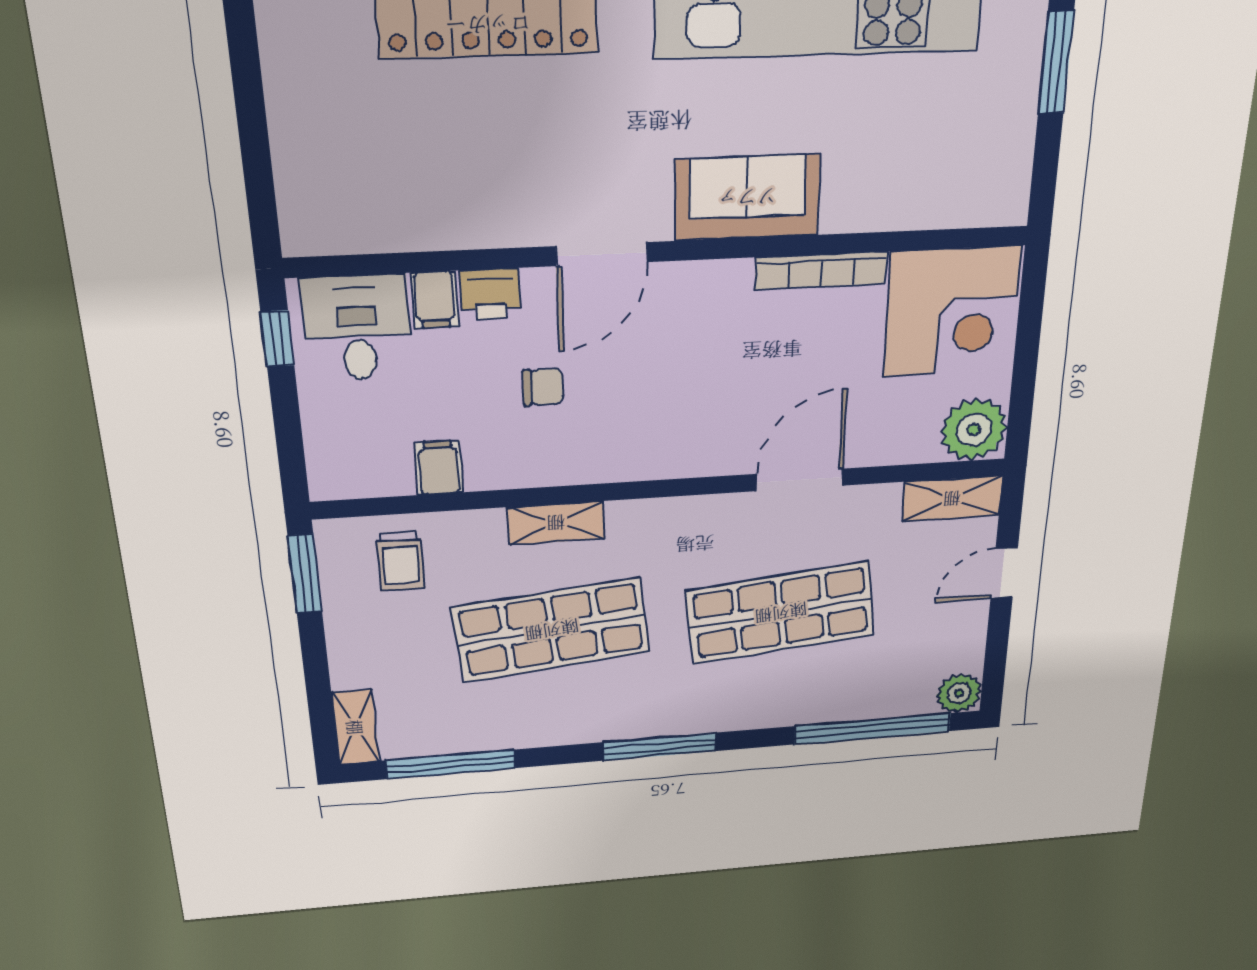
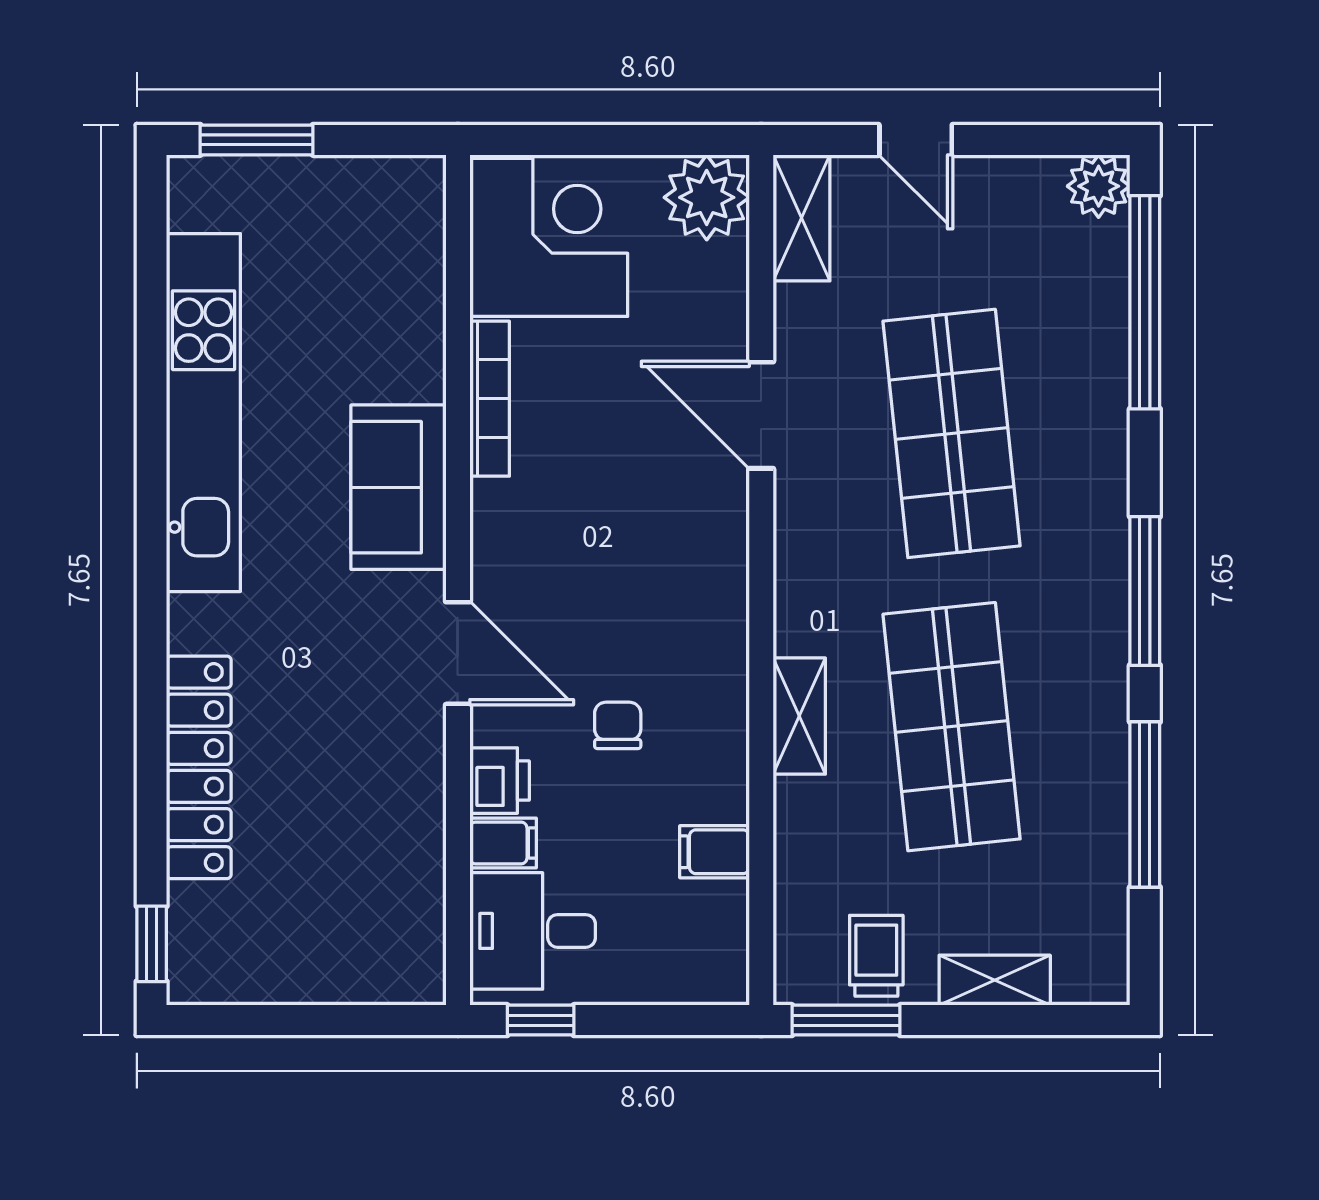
trolley: (401, 561) -> (876, 956), moved, turned -90
shelving: (355, 727) -> (995, 980), moved
window: (451, 764) -> (1145, 804), moved

